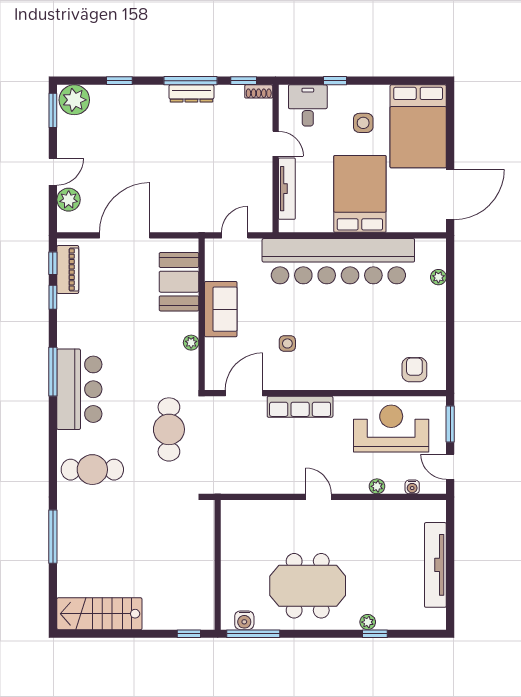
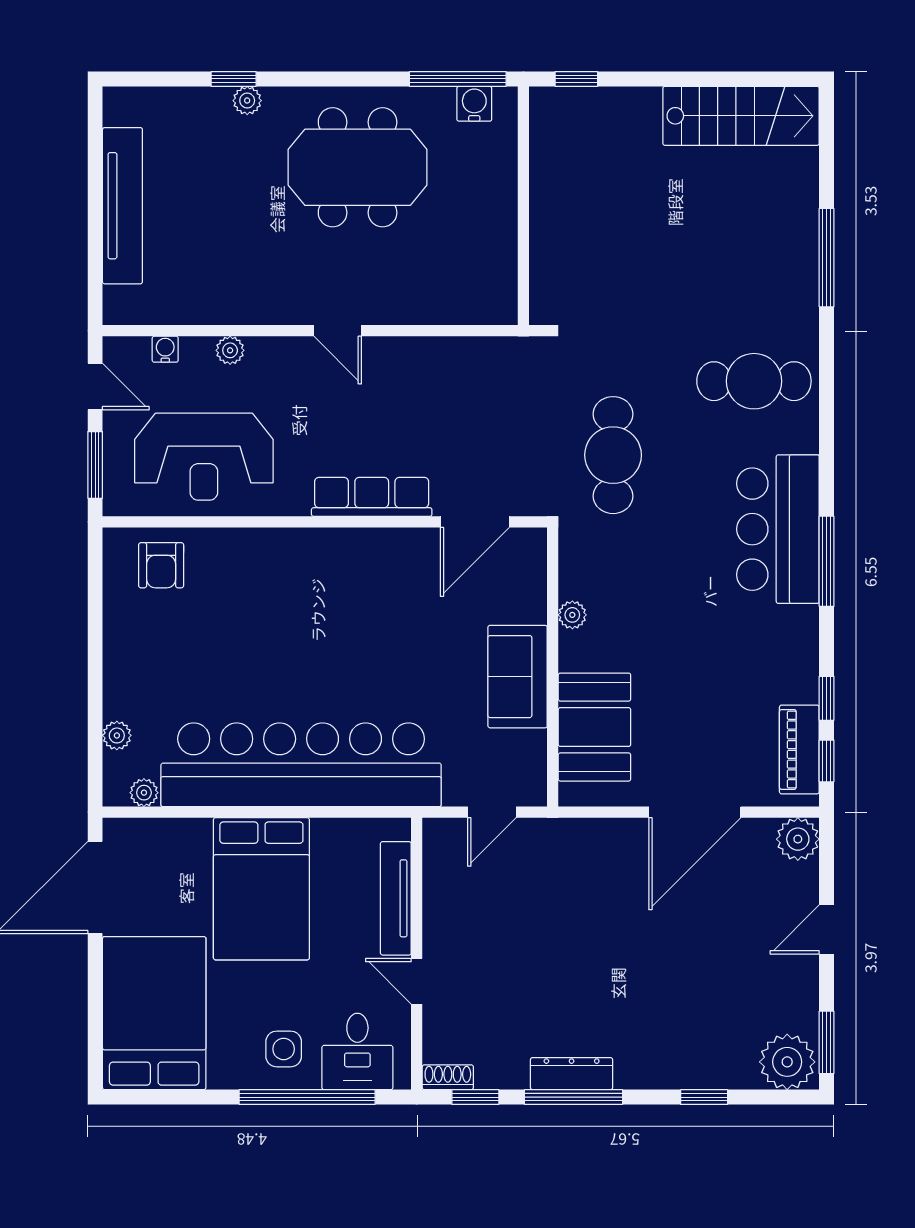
window: (335, 81) -> (307, 1097), width x3.17
side table: (363, 123) -> (284, 1049), moved
plant: (69, 200) -> (798, 839), moved
plant: (424, 246) -> (144, 793), added
side table: (287, 343) -> (395, 613), removed

